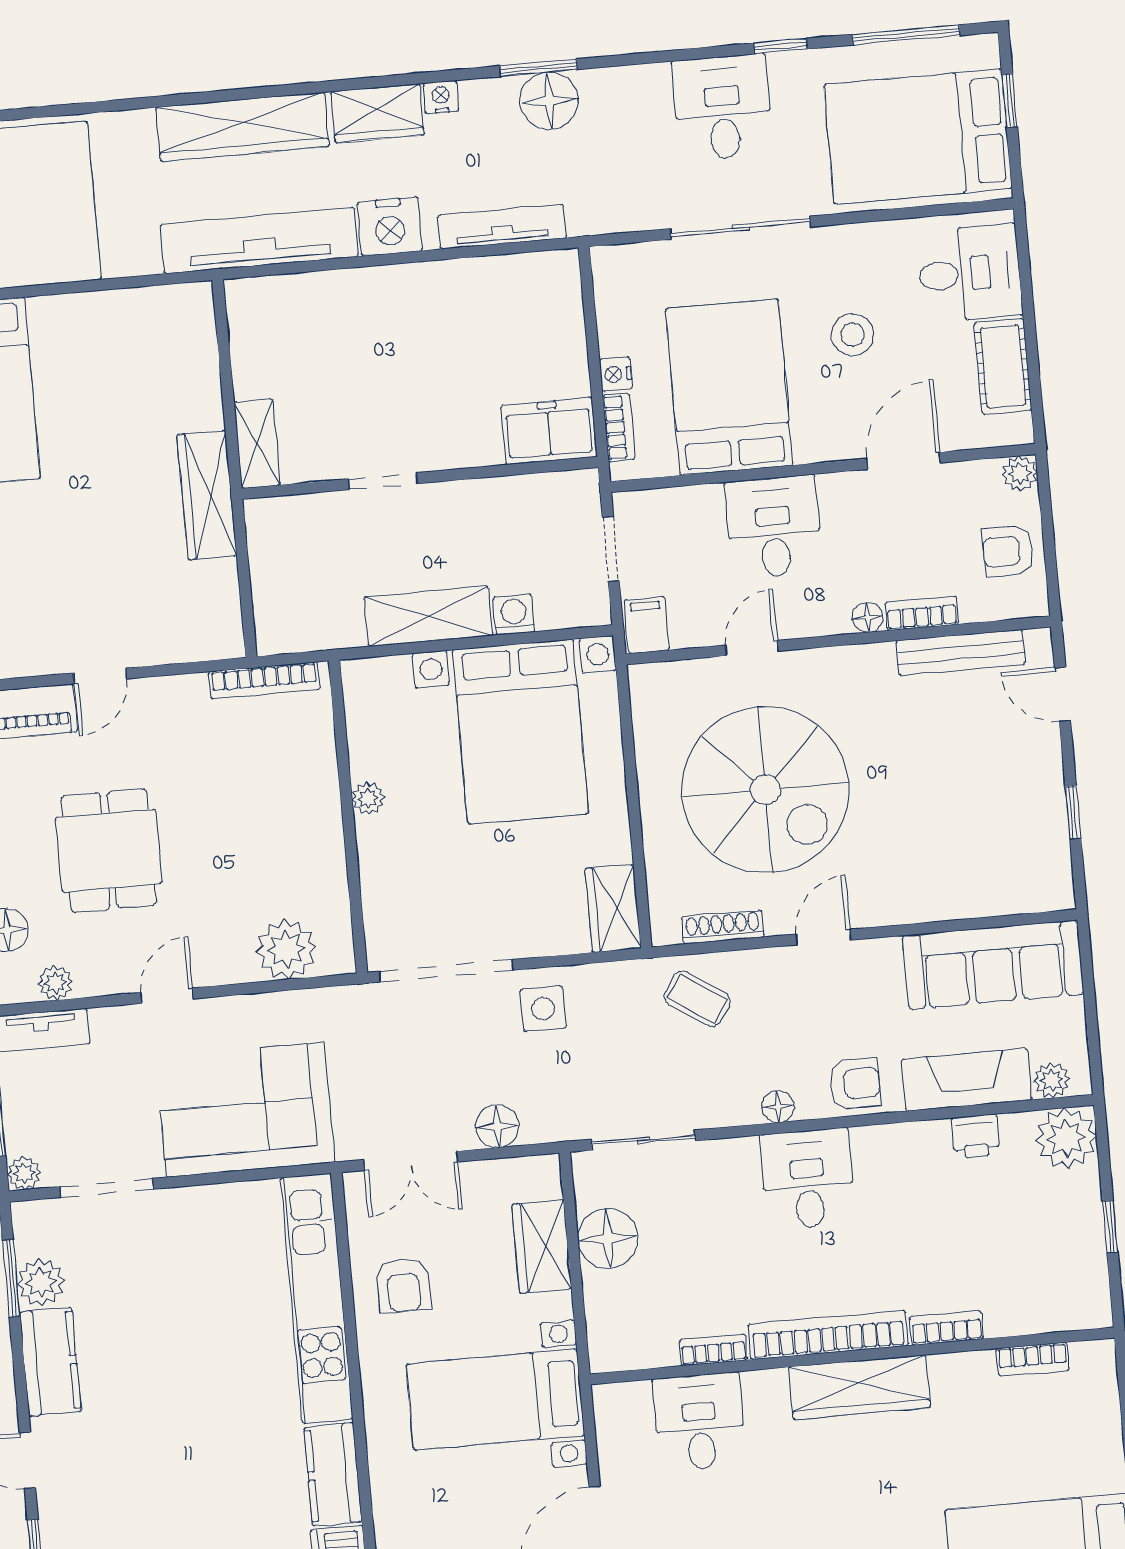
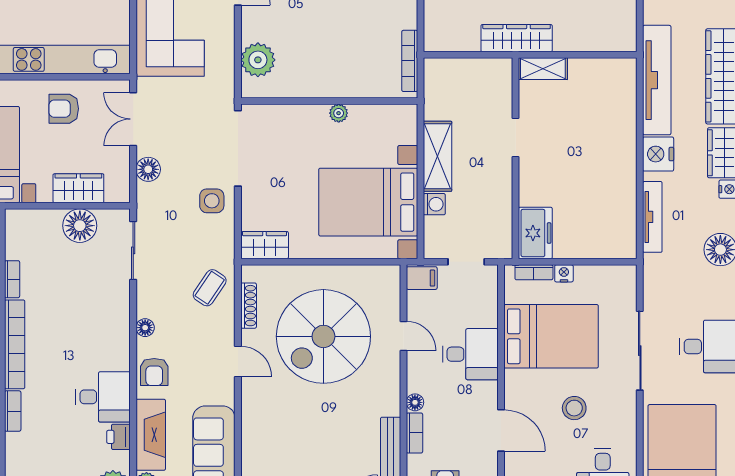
desk: (808, 1179) -> (103, 397), moved

